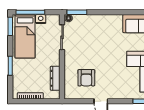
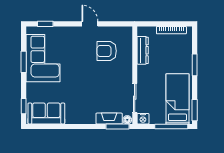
nightstand: (41, 19) -> (143, 119), moved
fireplace: (84, 19) -> (109, 119), added
armchair: (86, 78) -> (107, 51), turned -90

